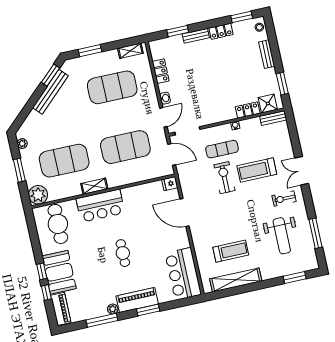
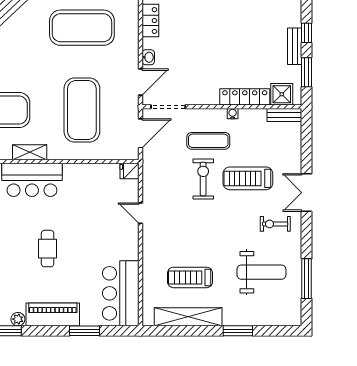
bench: (267, 54) -> (295, 46), moved
window: (276, 55) -> (307, 33), added
locker: (248, 110) -> (245, 97), width x1.53
exercise mat: (125, 147) -> (82, 110), turned 90
door: (172, 155) -> (140, 133), hinge flipped
door: (184, 212) -> (140, 213), width x0.53
weight bench: (282, 236) -> (261, 272), turned -90
treadmill: (231, 251) -> (190, 277), turned 180
window: (295, 278) -> (238, 331), moved
window: (148, 310) -> (84, 331), moved

